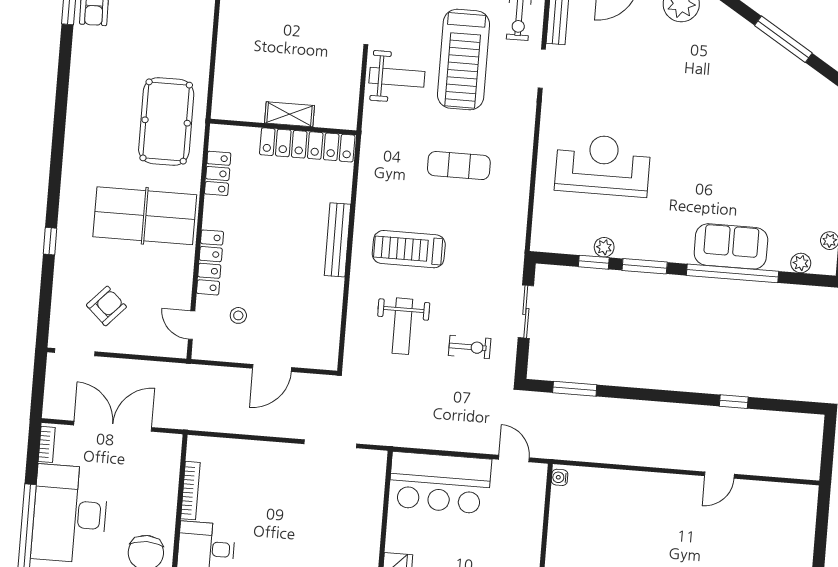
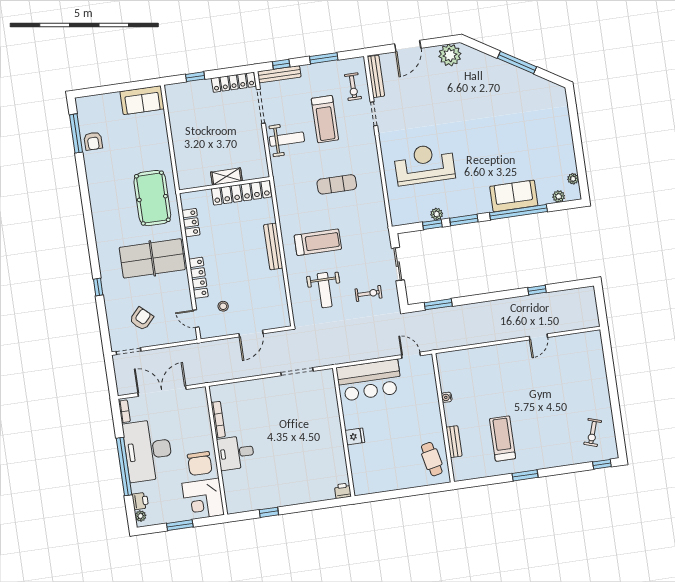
treadmill: (463, 60) -> (325, 119), width x0.73, depth x0.73
treadmill: (409, 249) -> (318, 242), turned 180
water cooler: (560, 477) -> (447, 397), moved

